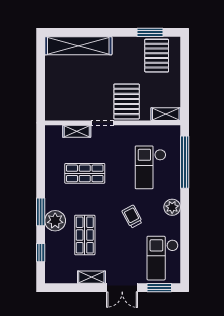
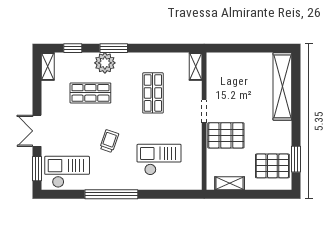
shelving: (166, 114) -> (230, 183), moved, turned 90
shelving: (77, 131) -> (196, 66), moved
window: (185, 162) -> (111, 194), moved
plant: (172, 207) -> (119, 182), removed
trolley: (132, 217) -> (109, 141), turned -43
shelving: (91, 277) -> (48, 66), moved

